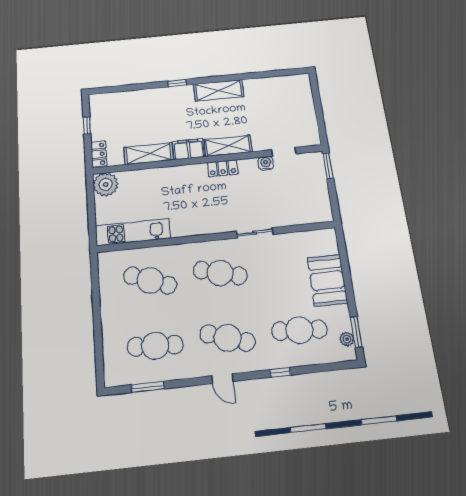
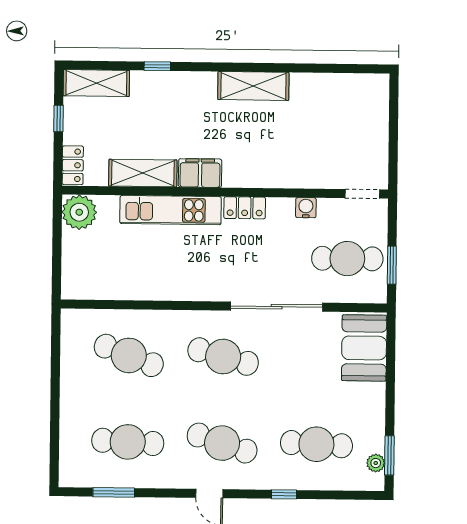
window: (177, 83) -> (157, 66), moved
shelving: (228, 146) -> (96, 83), moved
doorway: (284, 152) -> (362, 194), moved
window: (328, 166) -> (392, 265), moved
cafe table: (301, 194) -> (347, 259), added
kitchen unit: (133, 232) -> (171, 210), moved, turned 180
sliding door: (255, 233) -> (277, 307), width x1.86
booth: (327, 281) -> (364, 348), moved

